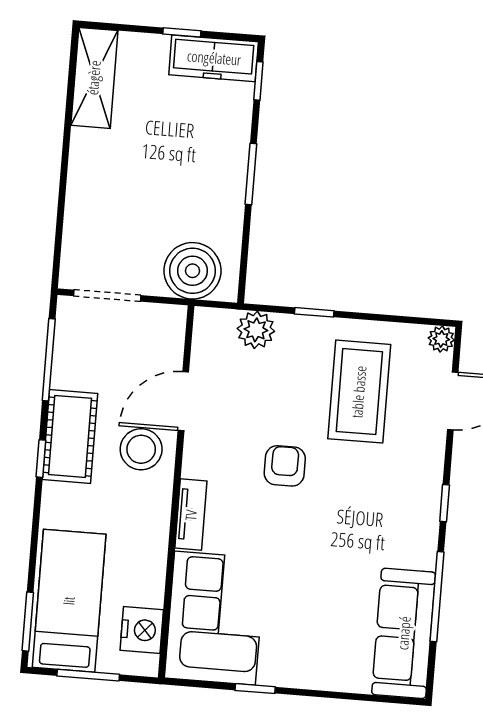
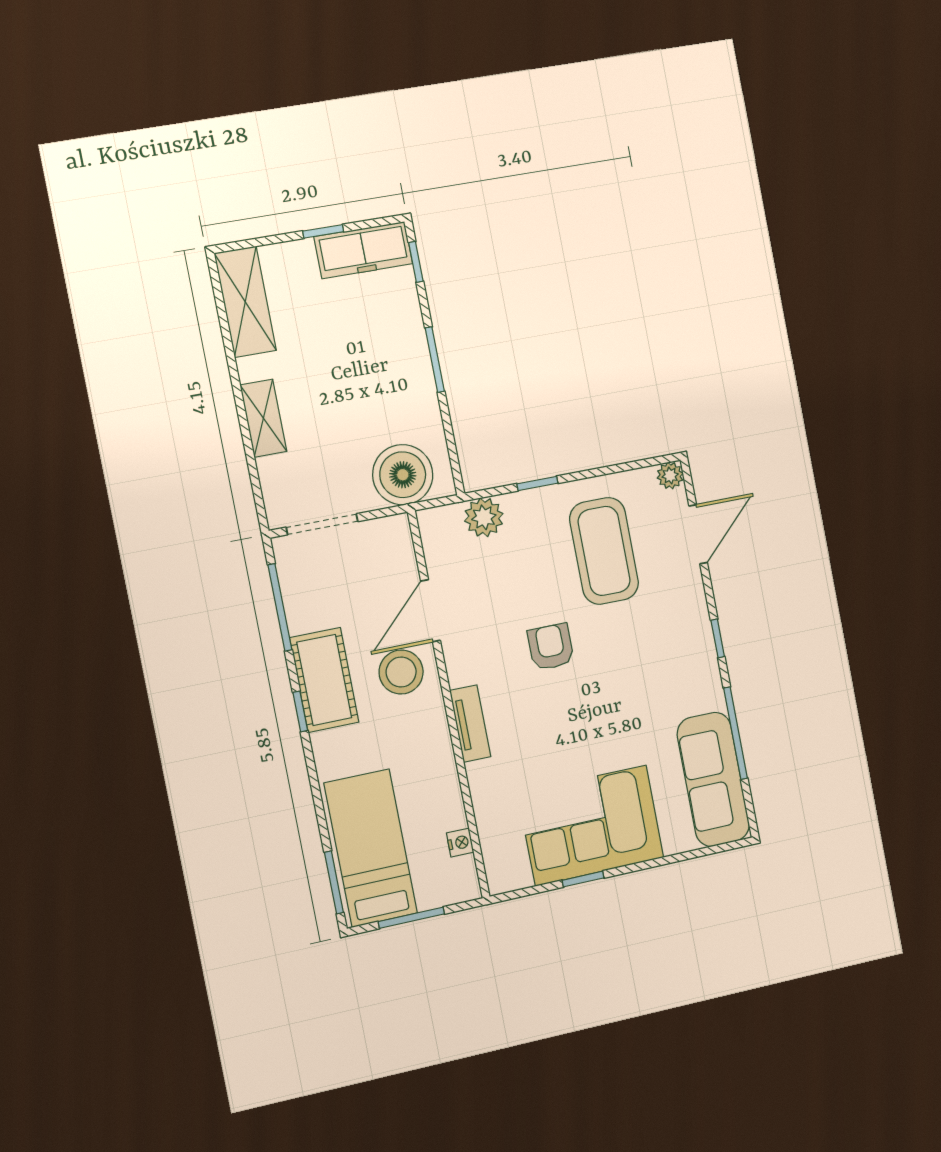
shelving: (81, 186) -> (263, 418), added
corner sofa: (215, 618) -> (591, 825), moved, turned -90
nightstand: (142, 630) -> (460, 843), width x0.53, depth x0.56

